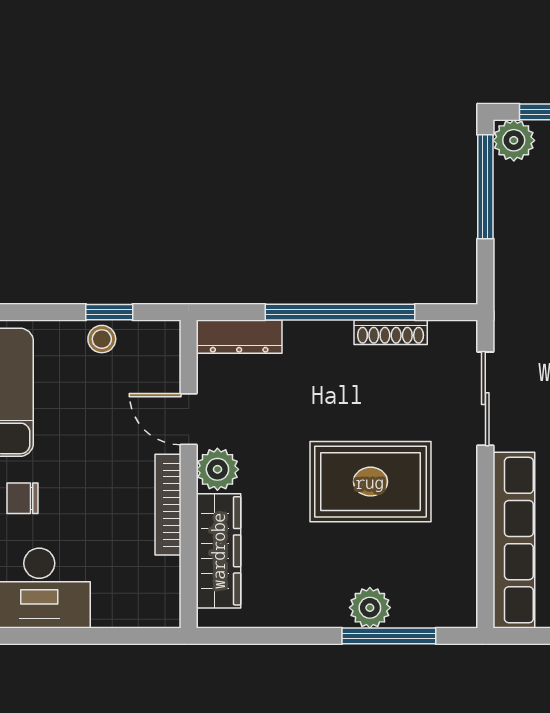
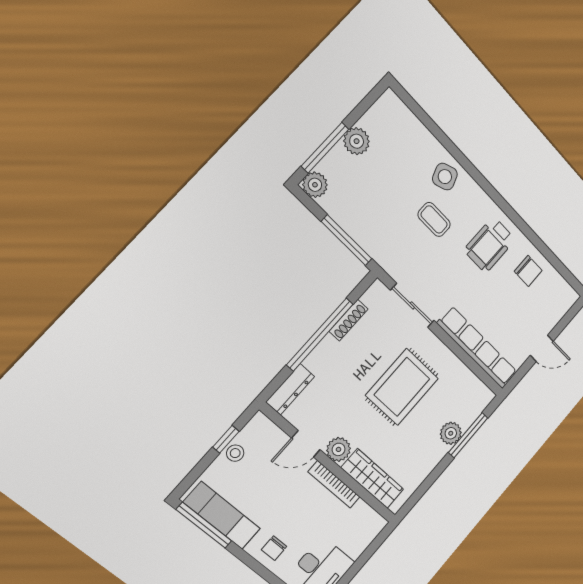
window: (485, 187) -> (347, 240), moved

